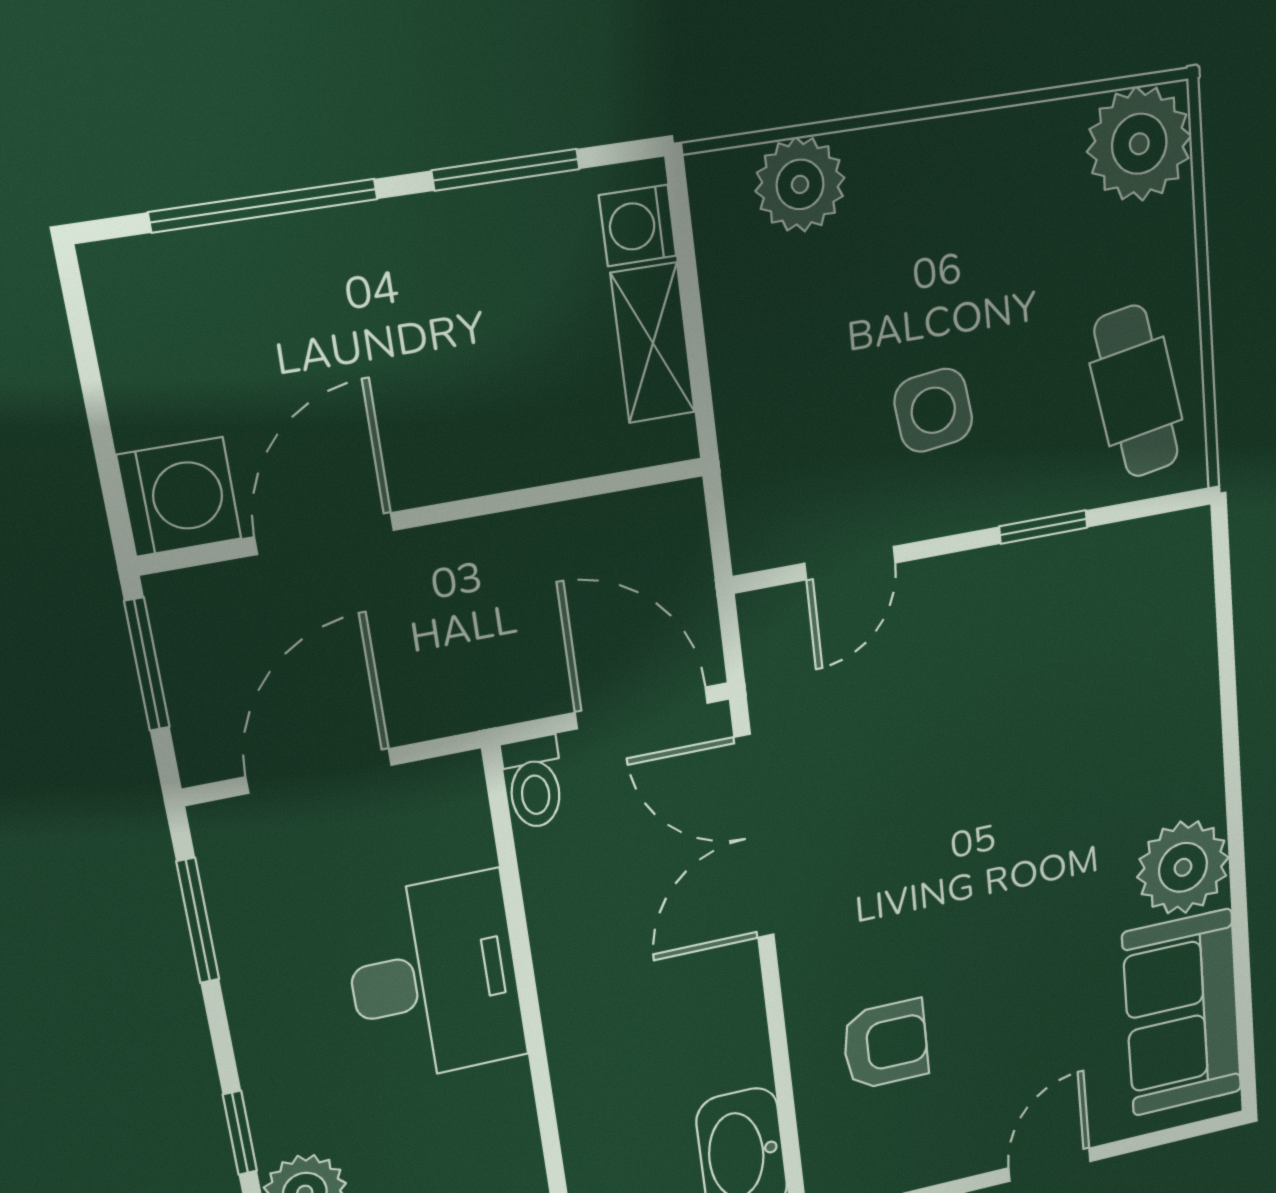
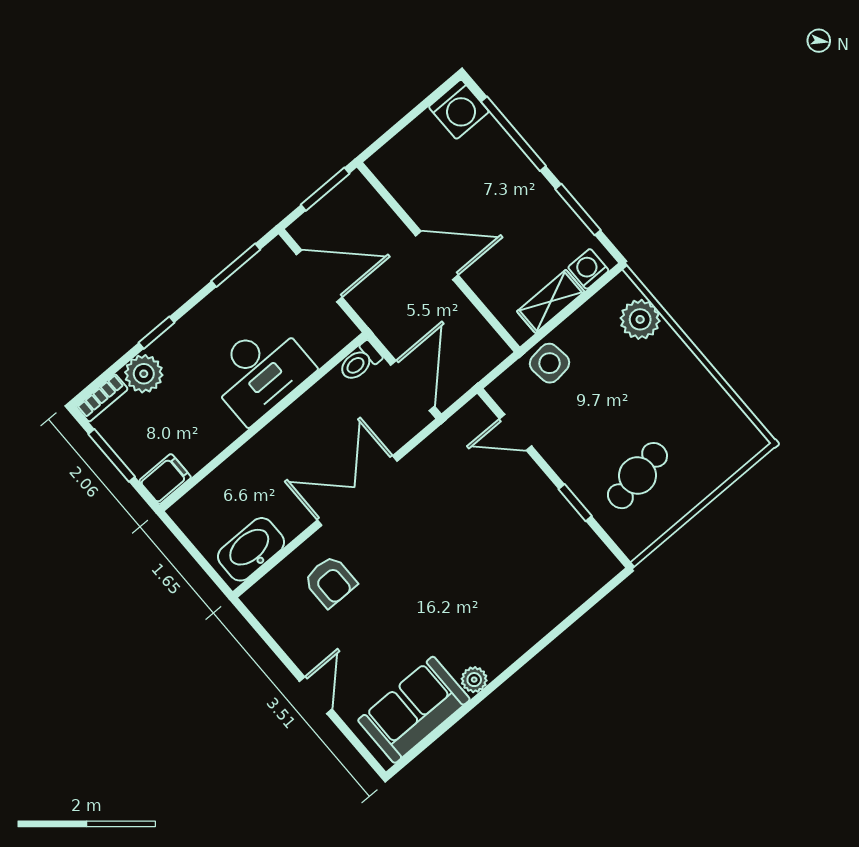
plant: (1139, 144) -> (737, 440), removed
cafe table: (1136, 392) -> (637, 476), moved
side table: (933, 410) -> (550, 363), moved
washing machine: (179, 497) -> (459, 109), moved
door: (324, 534) -> (437, 255), moved
double door: (754, 837) -> (357, 491), moved
plant: (1183, 867) -> (474, 680), width x0.53, depth x0.53
door: (1050, 1165) -> (316, 695), hinge flipped

